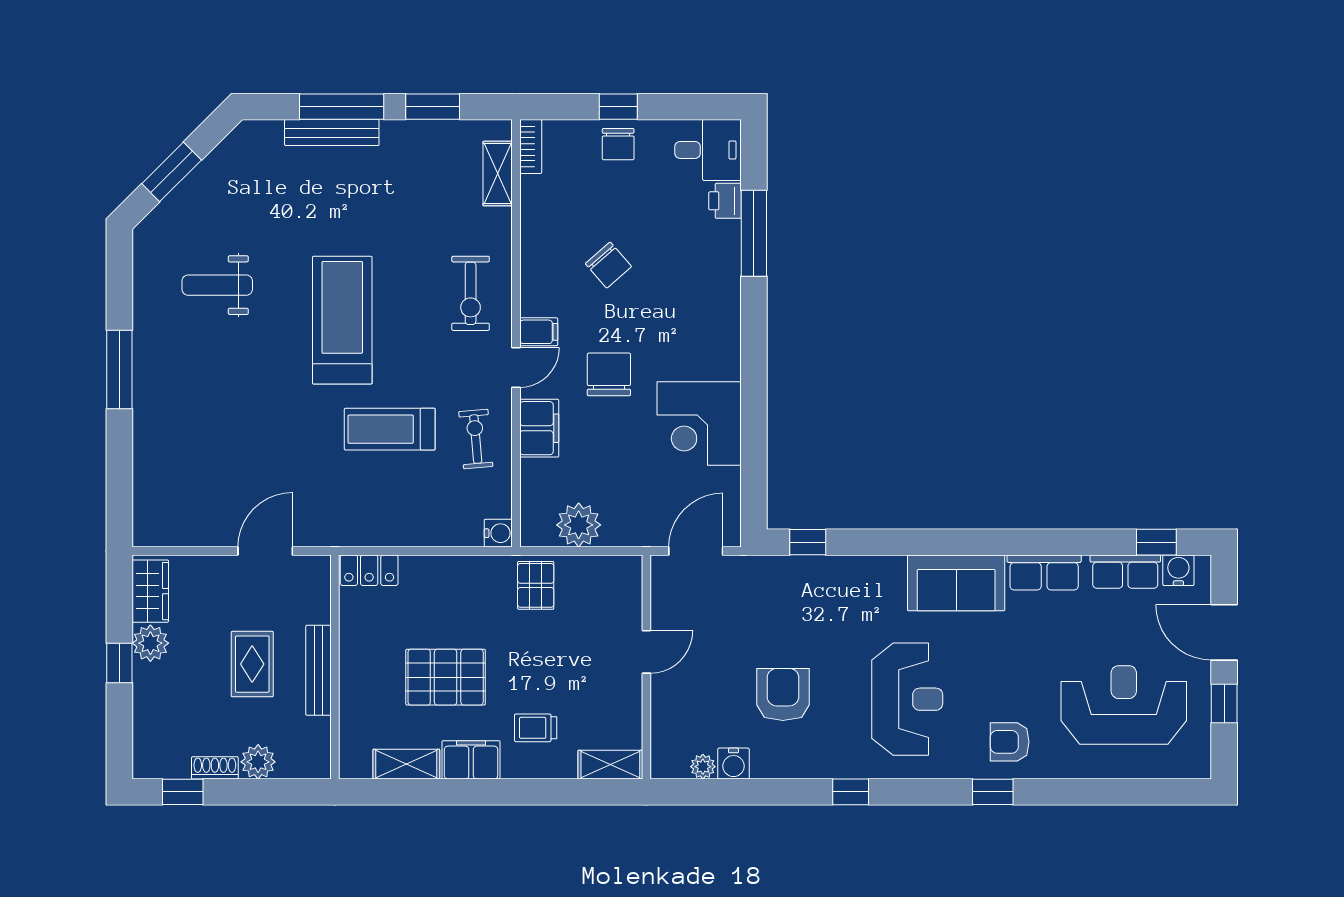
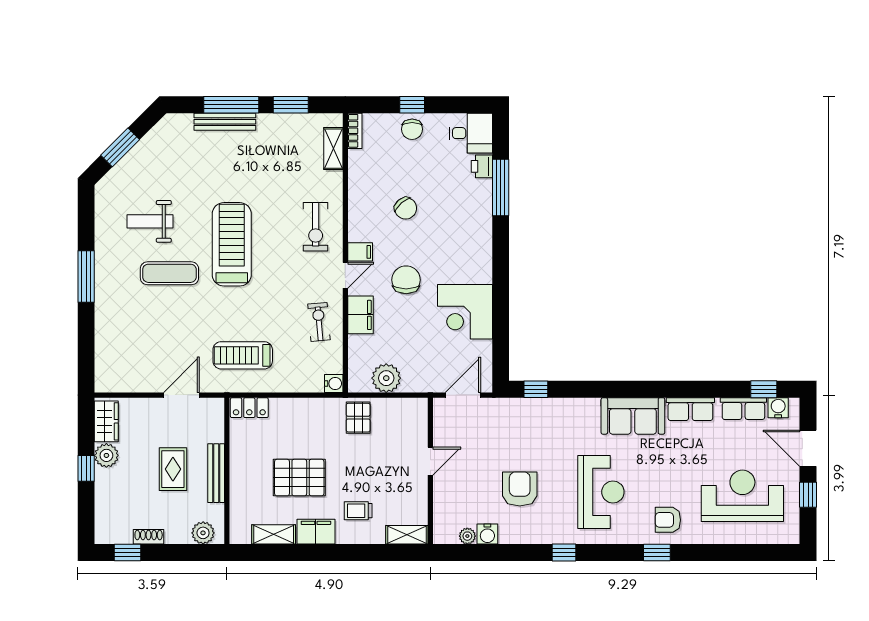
exercise mat: (247, 365) -> (169, 273), added
treadmill: (390, 429) -> (243, 355), moved
plant: (258, 762) -> (203, 533), moved

